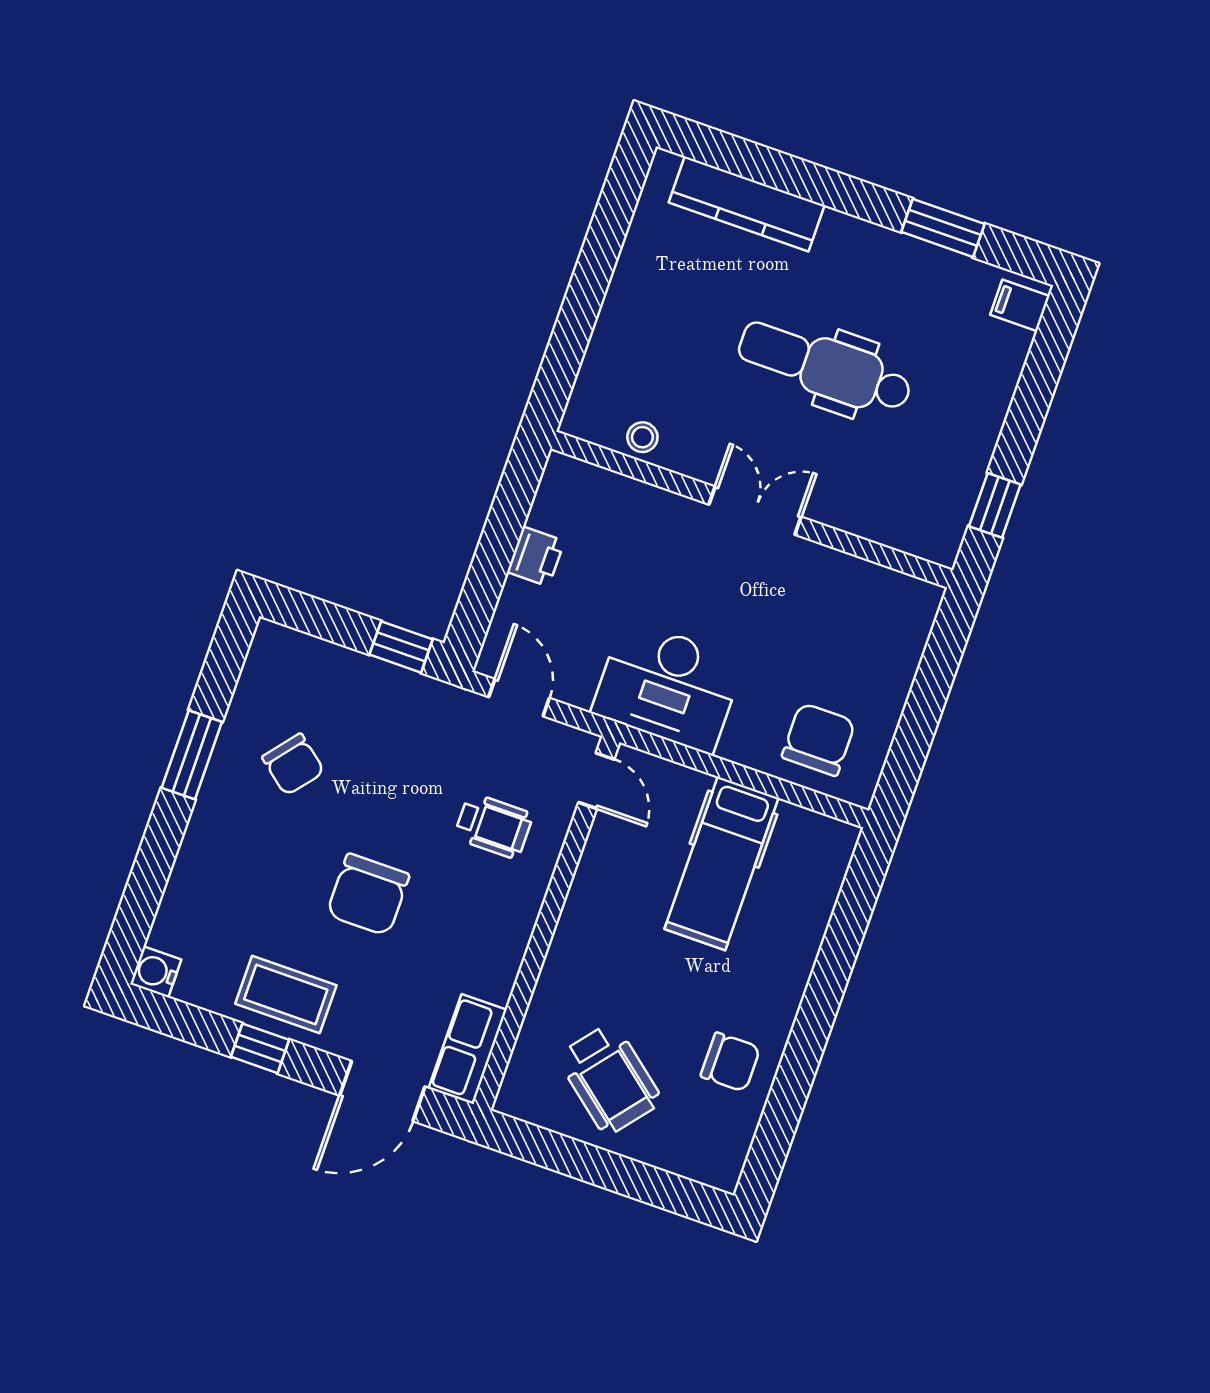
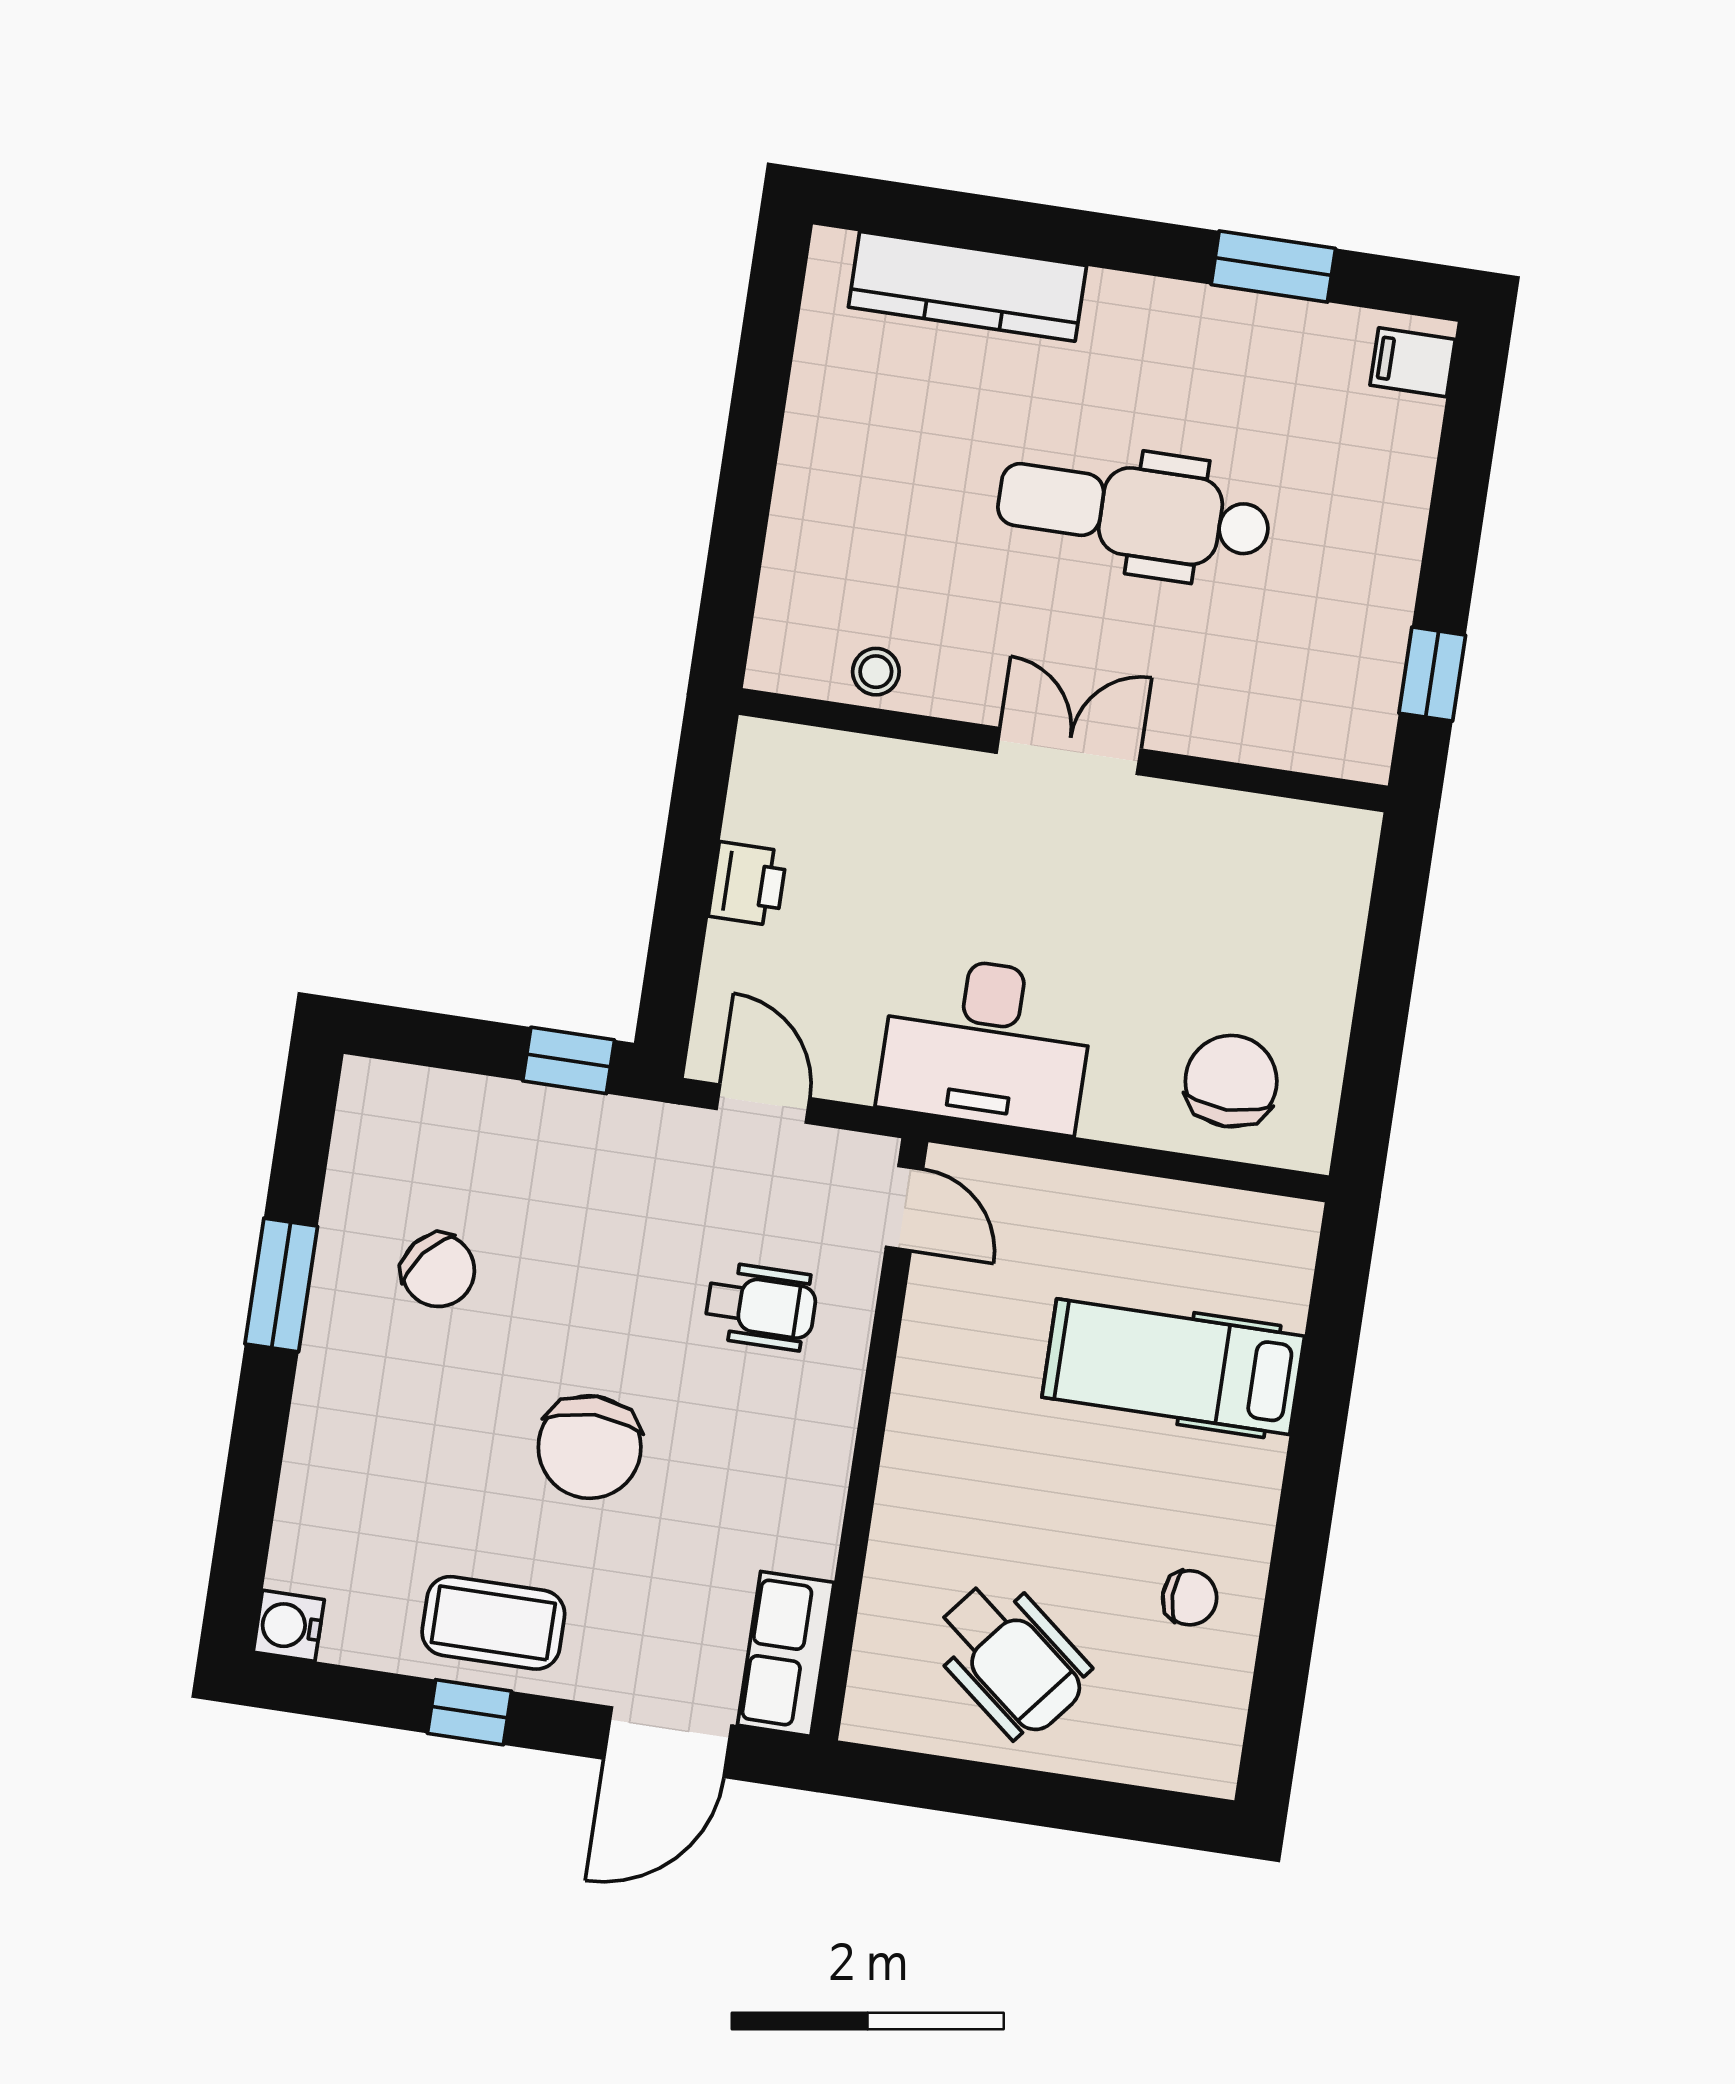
hospital bed: (721, 863) -> (1173, 1367), moved, turned 90
chair: (730, 1062) -> (1190, 1598), width x0.73, depth x0.73

